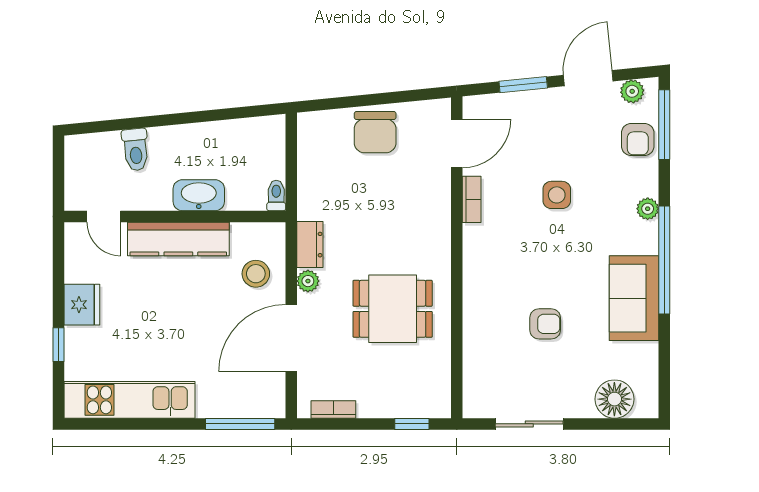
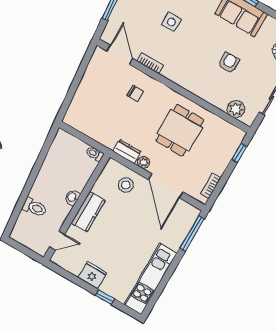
chair: (375, 132) -> (135, 93), moved, width x0.54, depth x0.54
washbasin: (199, 195) -> (72, 197), width x0.52, depth x0.69
kitchen counter: (178, 239) -> (88, 212), width x0.67
plant: (478, 378) -> (236, 109), added

